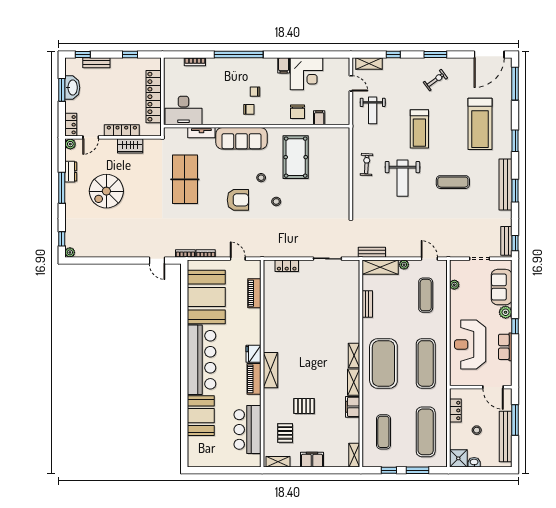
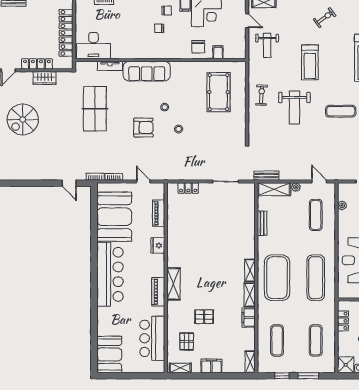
chair: (249, 109) -> (167, 11), moved
pool table: (296, 157) -> (218, 92), moved
fridge: (254, 354) -> (158, 245), moved
booth: (201, 416) -> (109, 354), moved
exercise mat: (426, 432) -> (316, 340), width x0.73, depth x0.69

